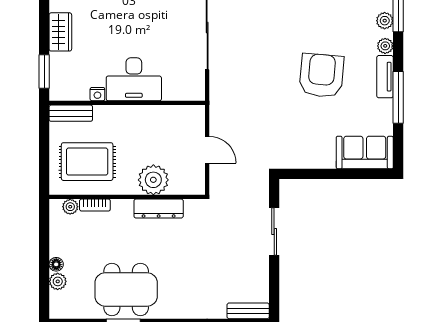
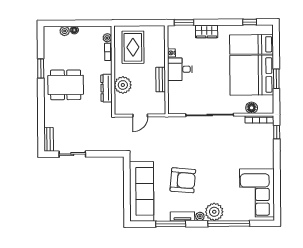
plant: (385, 21) -> (214, 212), width x1.88, depth x1.88
desk: (134, 79) -> (180, 69), width x0.73
bench: (71, 113) -> (161, 79), moved
sofa: (365, 153) -> (142, 191), width x1.85, depth x1.27
sliding door: (274, 232) -> (72, 154), moved
dining table: (126, 289) -> (66, 85), moved, turned 90

